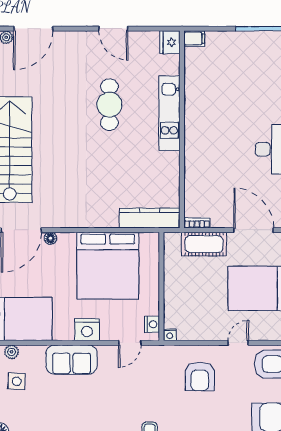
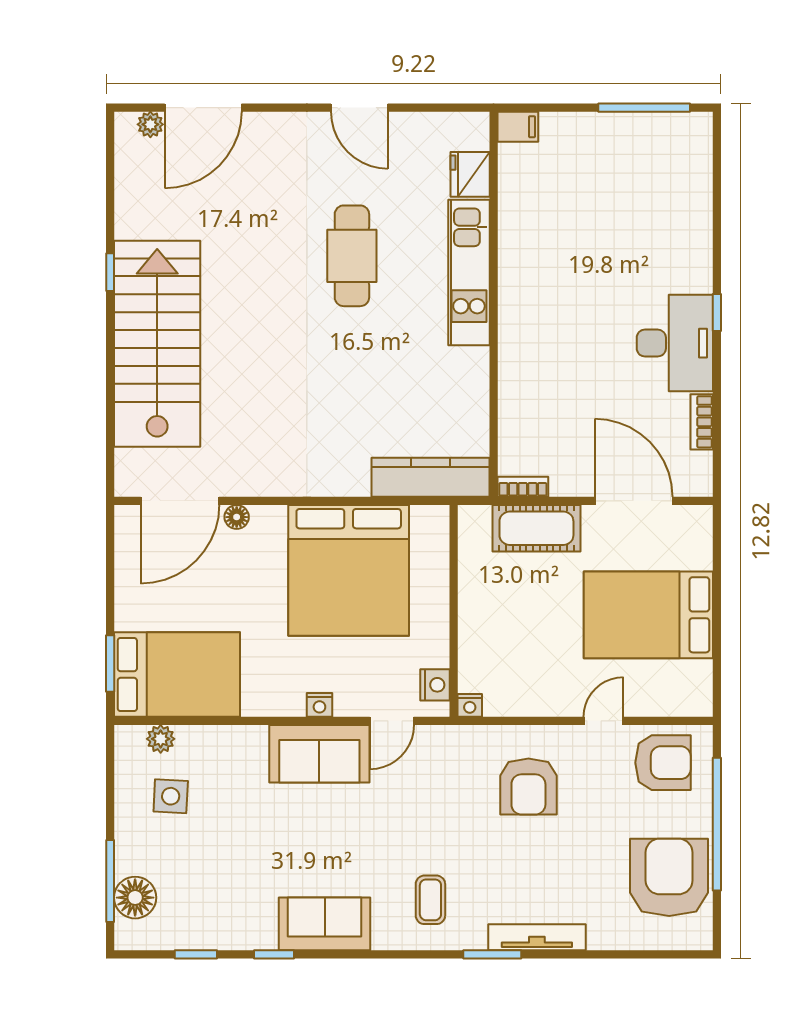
fridge: (170, 42) -> (470, 174), moved
nightstand: (87, 330) -> (319, 705), width x0.53, depth x0.56
sofa: (72, 360) -> (319, 754), moved

